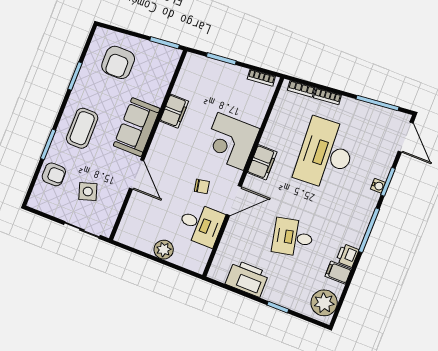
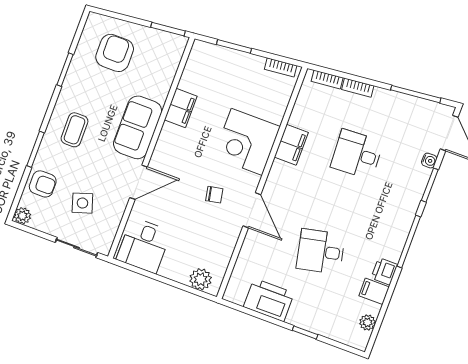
armchair: (118, 62) -> (115, 53), turned 180
coffee table: (82, 128) -> (75, 130), width x0.73, depth x0.77
desk: (326, 154) -> (357, 154), width x0.53, depth x0.77
filing cabinet: (262, 162) -> (291, 145), moved
door: (136, 175) -> (138, 182), hinge flipped
water cooler: (378, 186) -> (429, 161), moved
door: (234, 201) -> (252, 210), hinge flipped
plant: (36, 202) -> (22, 216), added
desk: (201, 224) -> (144, 245), moved, turned 90
plant: (164, 250) -> (201, 279), moved
plant: (324, 303) -> (367, 322), width x0.53, depth x0.53

